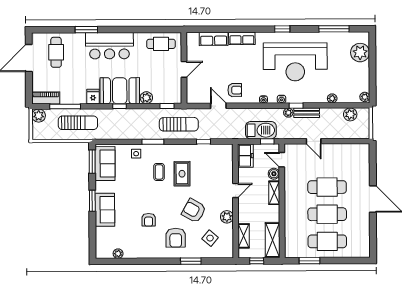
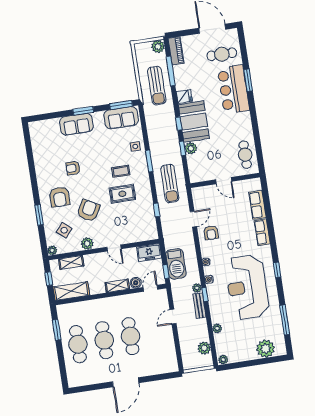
bar counter: (109, 46) -> (233, 89), moved
window: (167, 106) -> (183, 148), moved
armchair: (176, 238) -> (60, 197), turned -90
plant: (118, 254) -> (52, 250), moved

